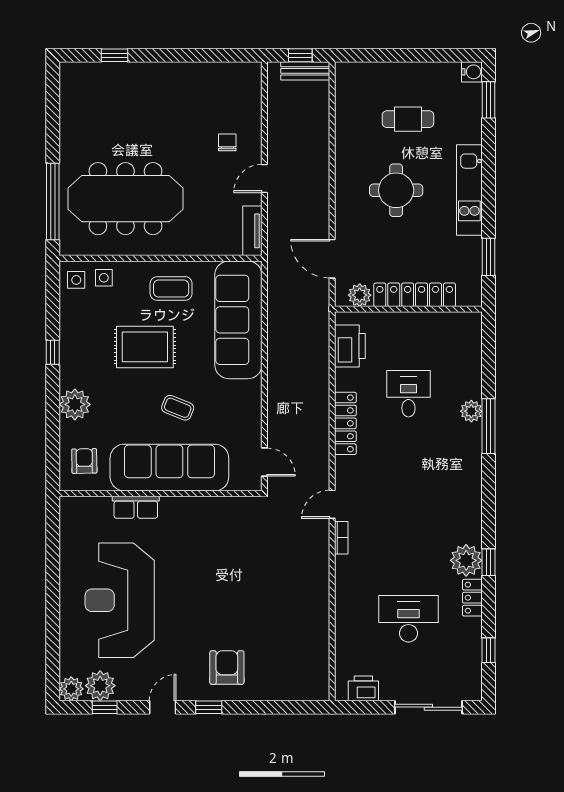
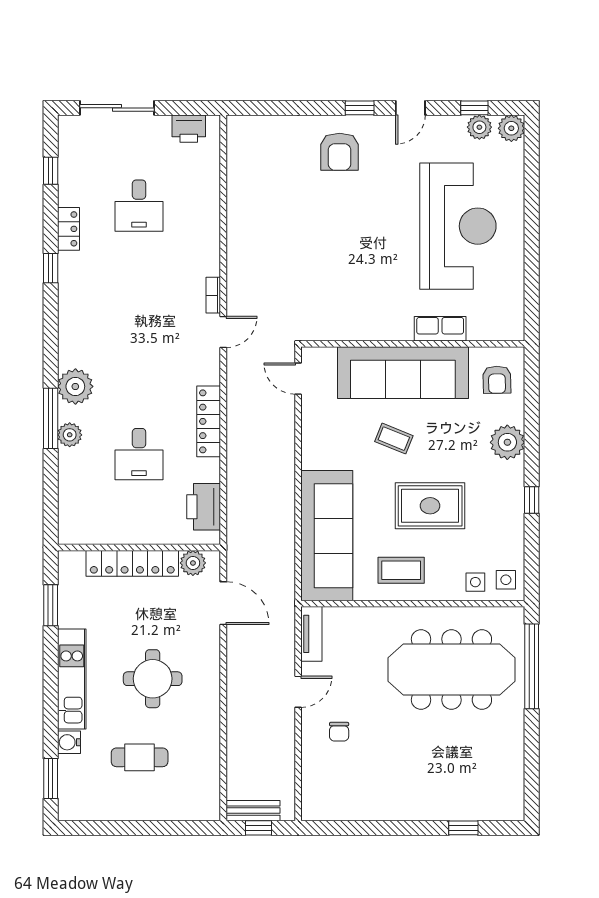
water cooler: (472, 72) -> (69, 742), moved
plant: (466, 560) -> (75, 386), moved
desk: (408, 619) -> (139, 206), width x0.73
plant: (100, 686) -> (479, 127), width x0.73, depth x0.73

